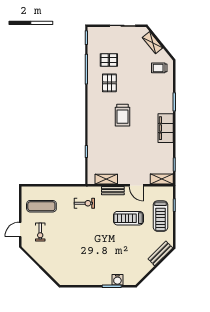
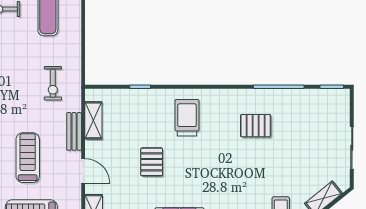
pallet: (109, 60) -> (152, 162), moved
trolley: (122, 115) -> (187, 118), moved, turned 90
door: (136, 185) -> (83, 171), swing flipped

